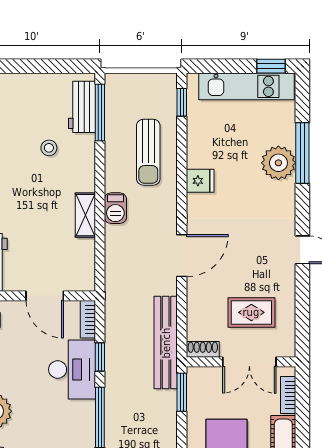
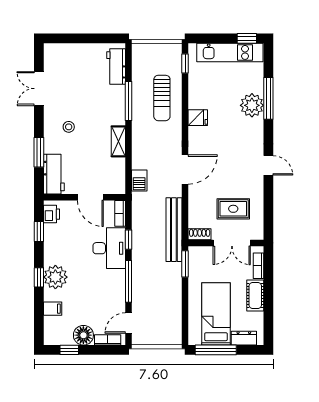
window: (100, 113) -> (128, 101), moved
stool: (49, 148) -> (69, 127), moved
barbecue: (115, 208) -> (139, 181), moved

